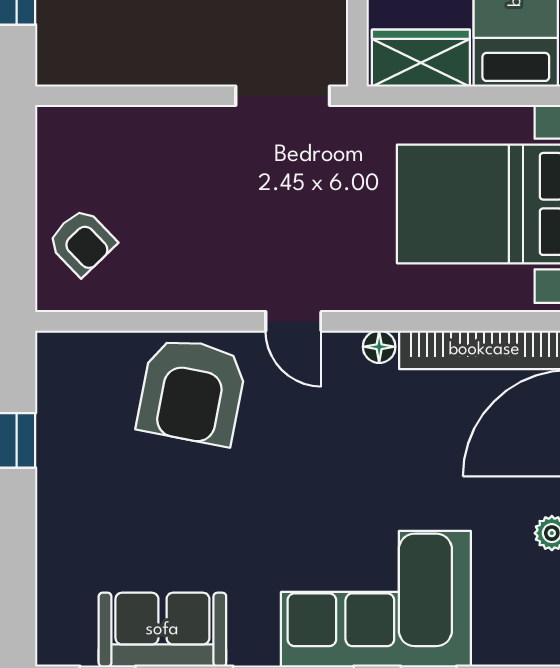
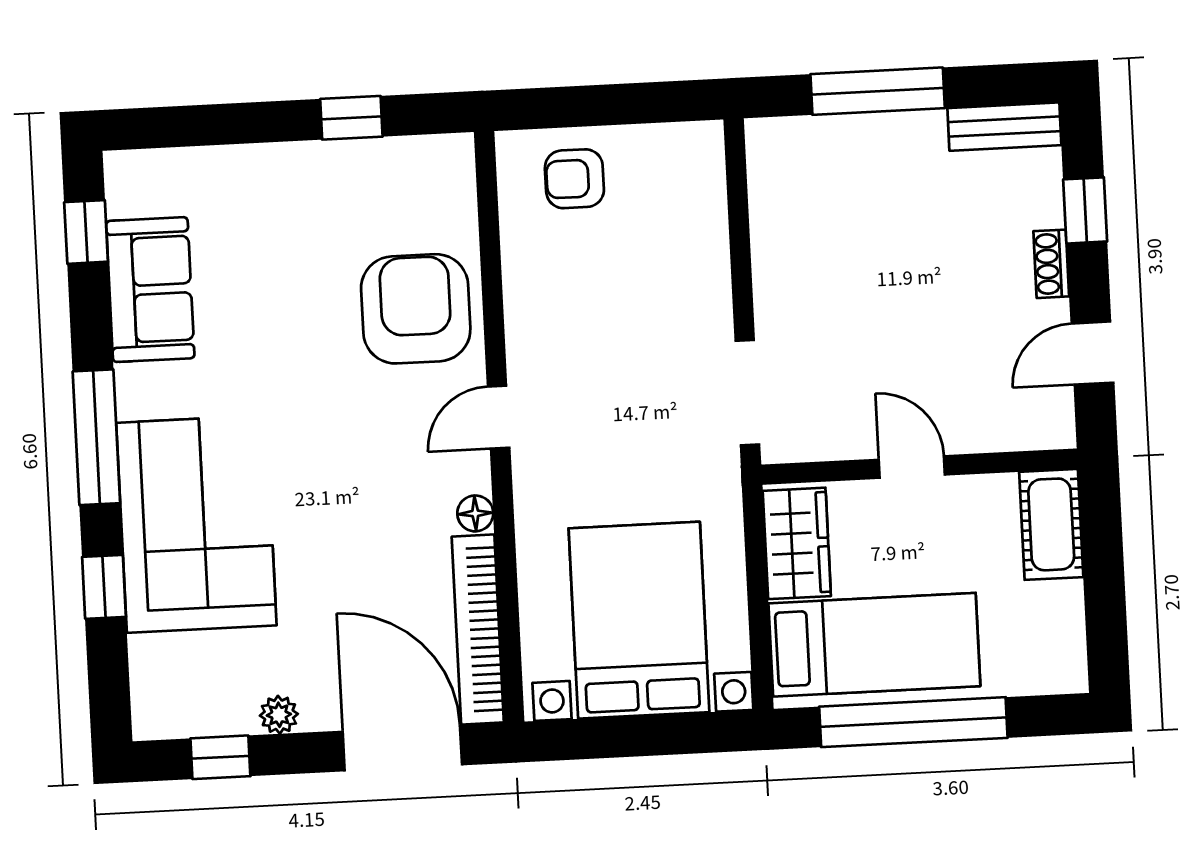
armchair: (82, 242) -> (574, 179), turned 44
armchair: (192, 391) -> (416, 309), turned 79

